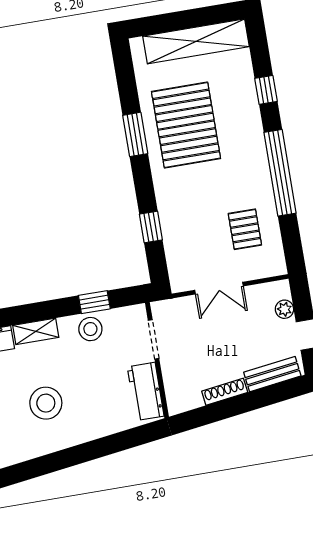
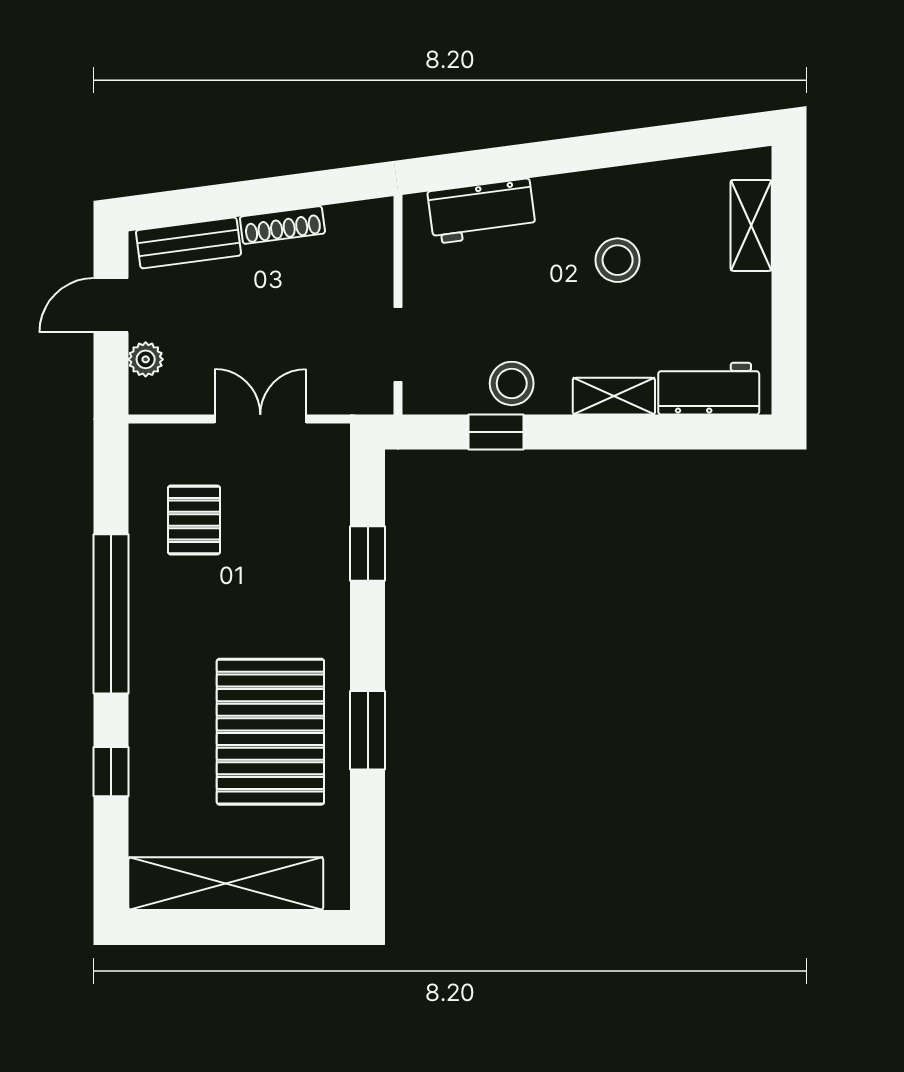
workbench: (146, 391) -> (482, 211), moved, turned 82
stool: (46, 403) -> (618, 260), width x0.73, depth x0.73

